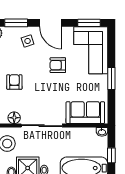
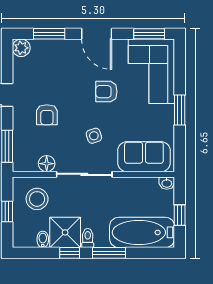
side table: (28, 41) -> (94, 136), moved
armchair: (14, 82) -> (47, 115), turned 180

